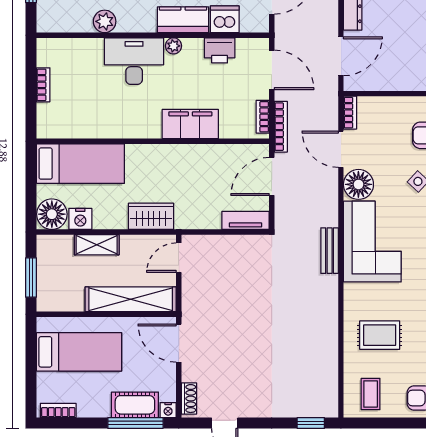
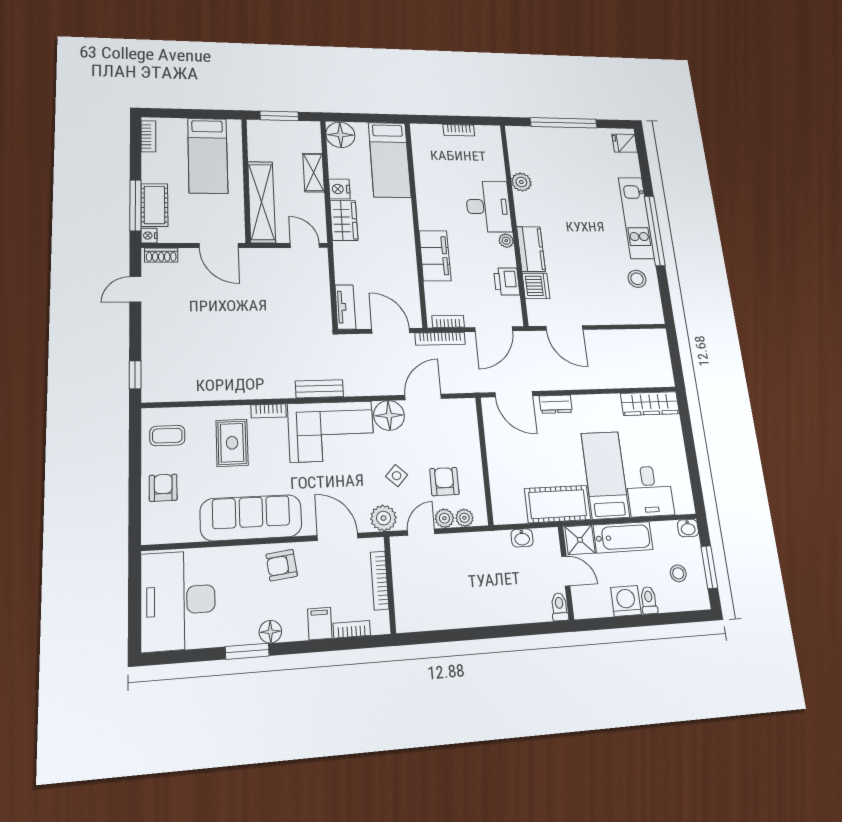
bookcase: (350, 113) -> (269, 411), moved
nightstand: (80, 219) -> (339, 189), moved
door: (179, 343) -> (219, 245), swing flipped

